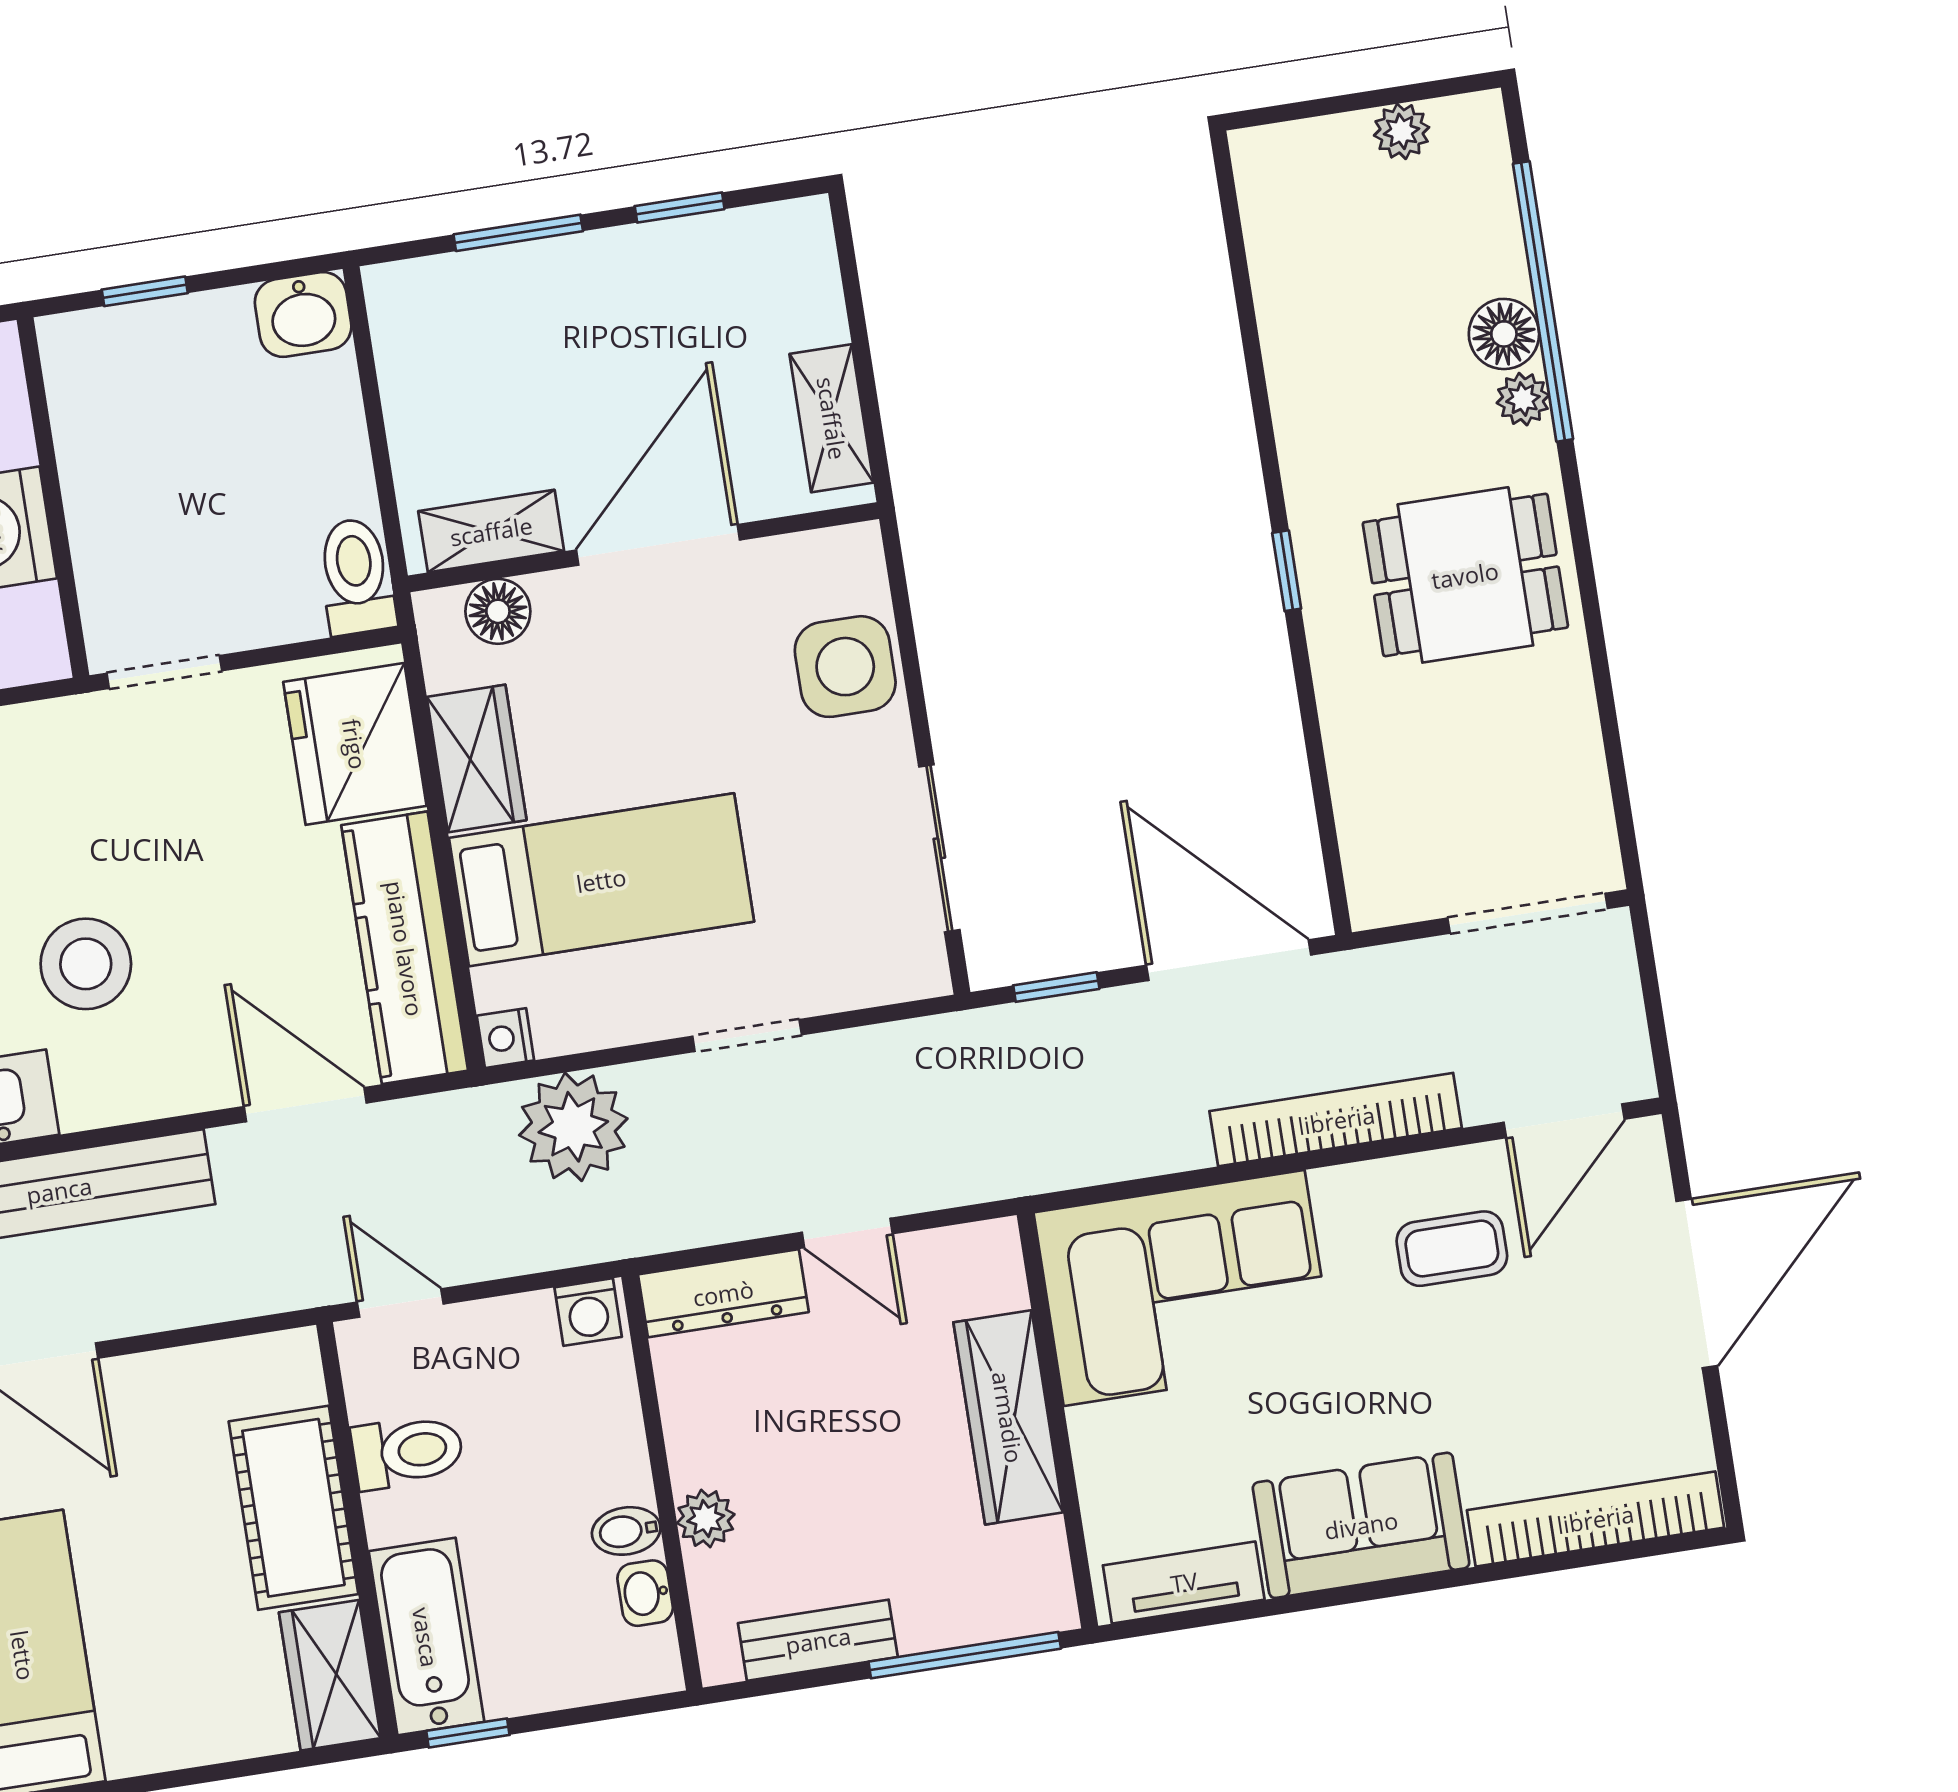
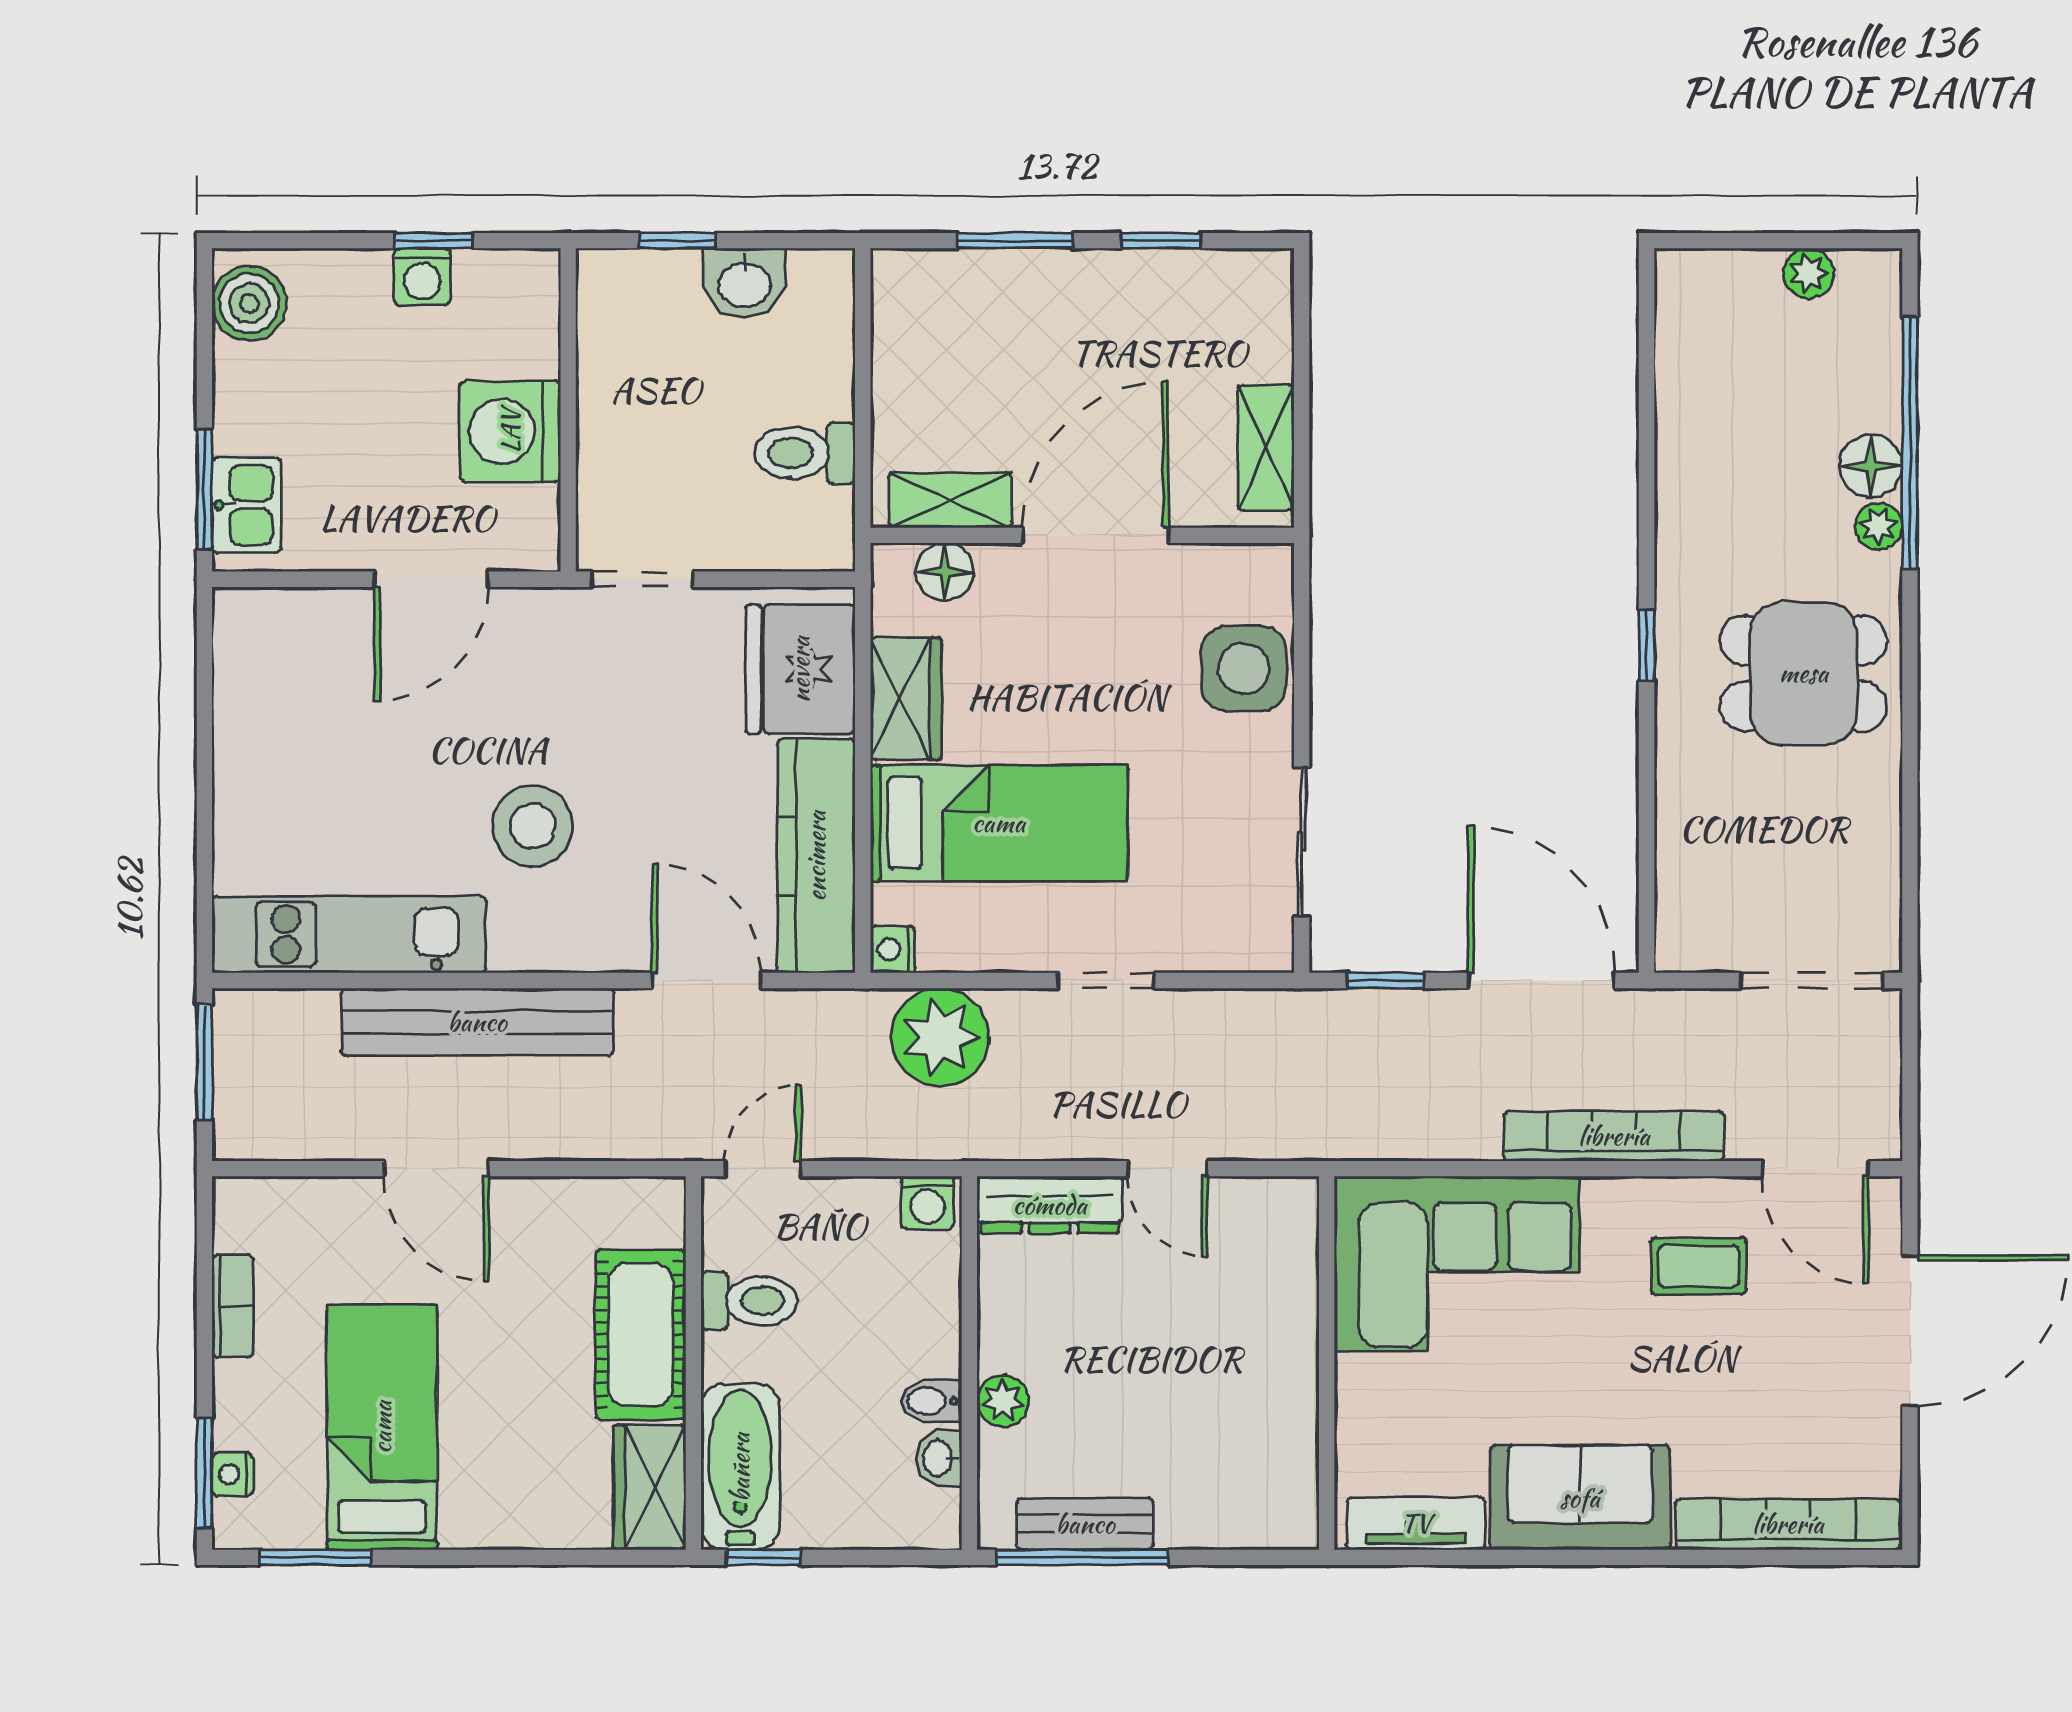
washbasin: (303, 315) -> (745, 283), moved
toilet: (356, 576) -> (805, 453), moved, turned -90
door: (1564, 1121) -> (1815, 1169), hinge flipped
door: (400, 1303) -> (763, 1169), hinge flipped
wardrobe: (1008, 1417) -> (1284, 1354), removed
window: (965, 1655) -> (1082, 1557), moved

